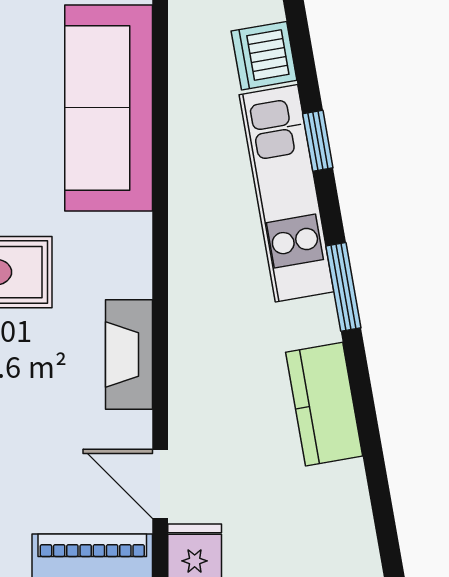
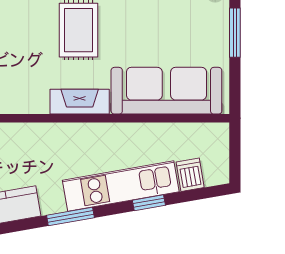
dishwasher: (264, 56) -> (190, 175), width x0.73
fireplace: (129, 355) -> (80, 102), moved

